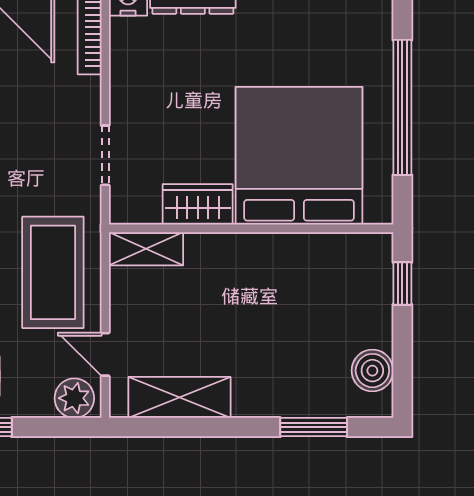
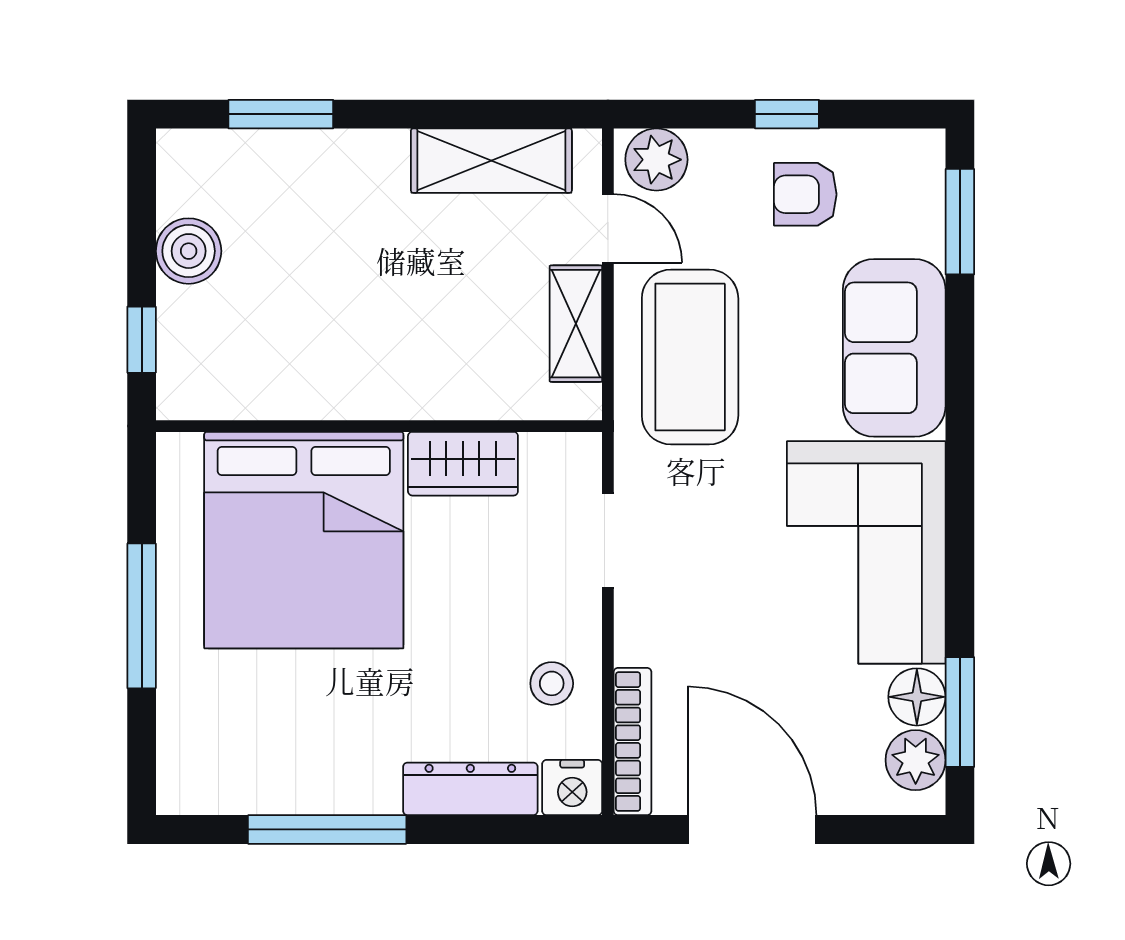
stool: (141, 64) -> (552, 683), added
window: (402, 107) -> (142, 616), width x0.68
shelving: (146, 249) -> (576, 324), moved, turned 90
boiler: (372, 371) -> (189, 251), moved

